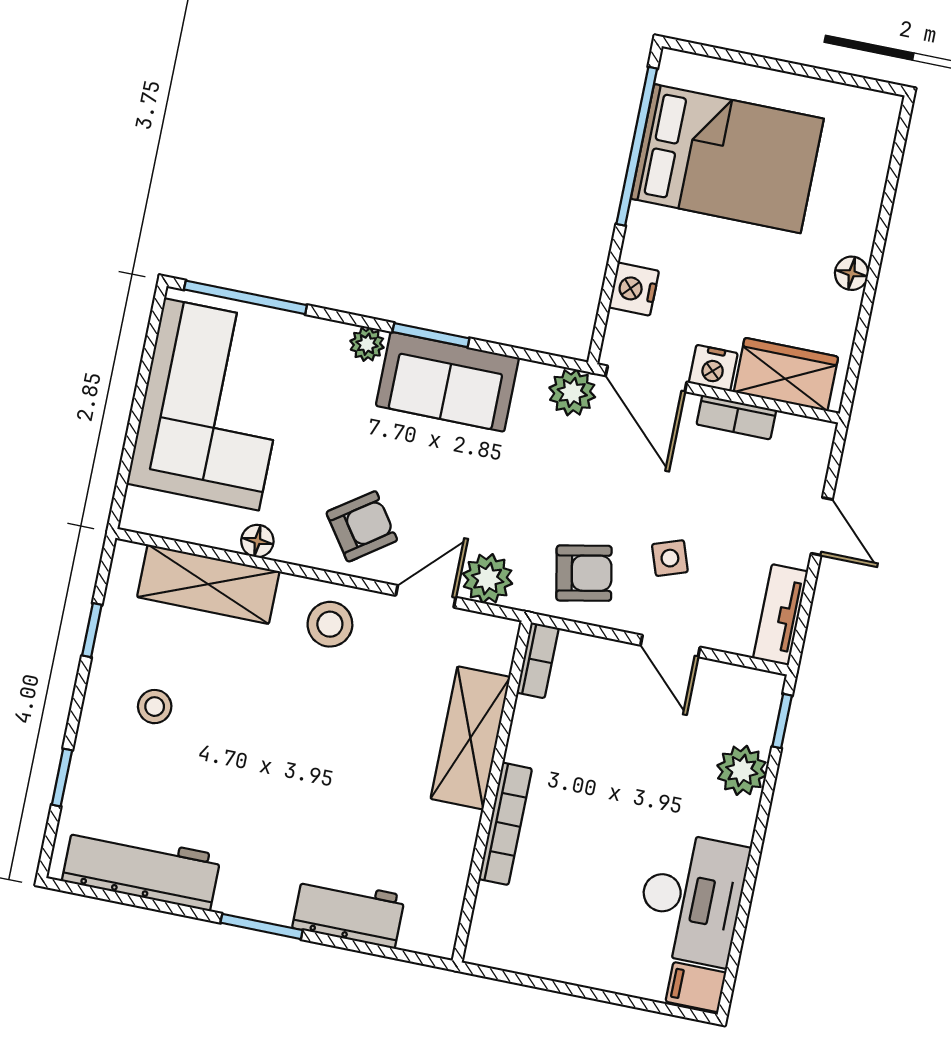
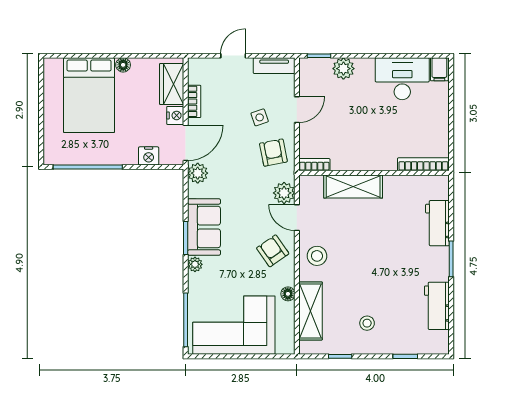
bed: (727, 159) -> (89, 95), moved, turned 180
bookcase: (505, 824) -> (423, 164), moved
workbench: (141, 868) -> (437, 306), width x0.73

